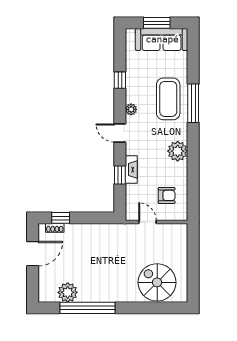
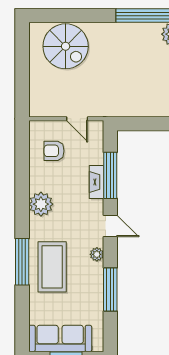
window: (120, 80) -> (110, 289), width x2.17
window: (120, 175) -> (110, 175), width x2.17

